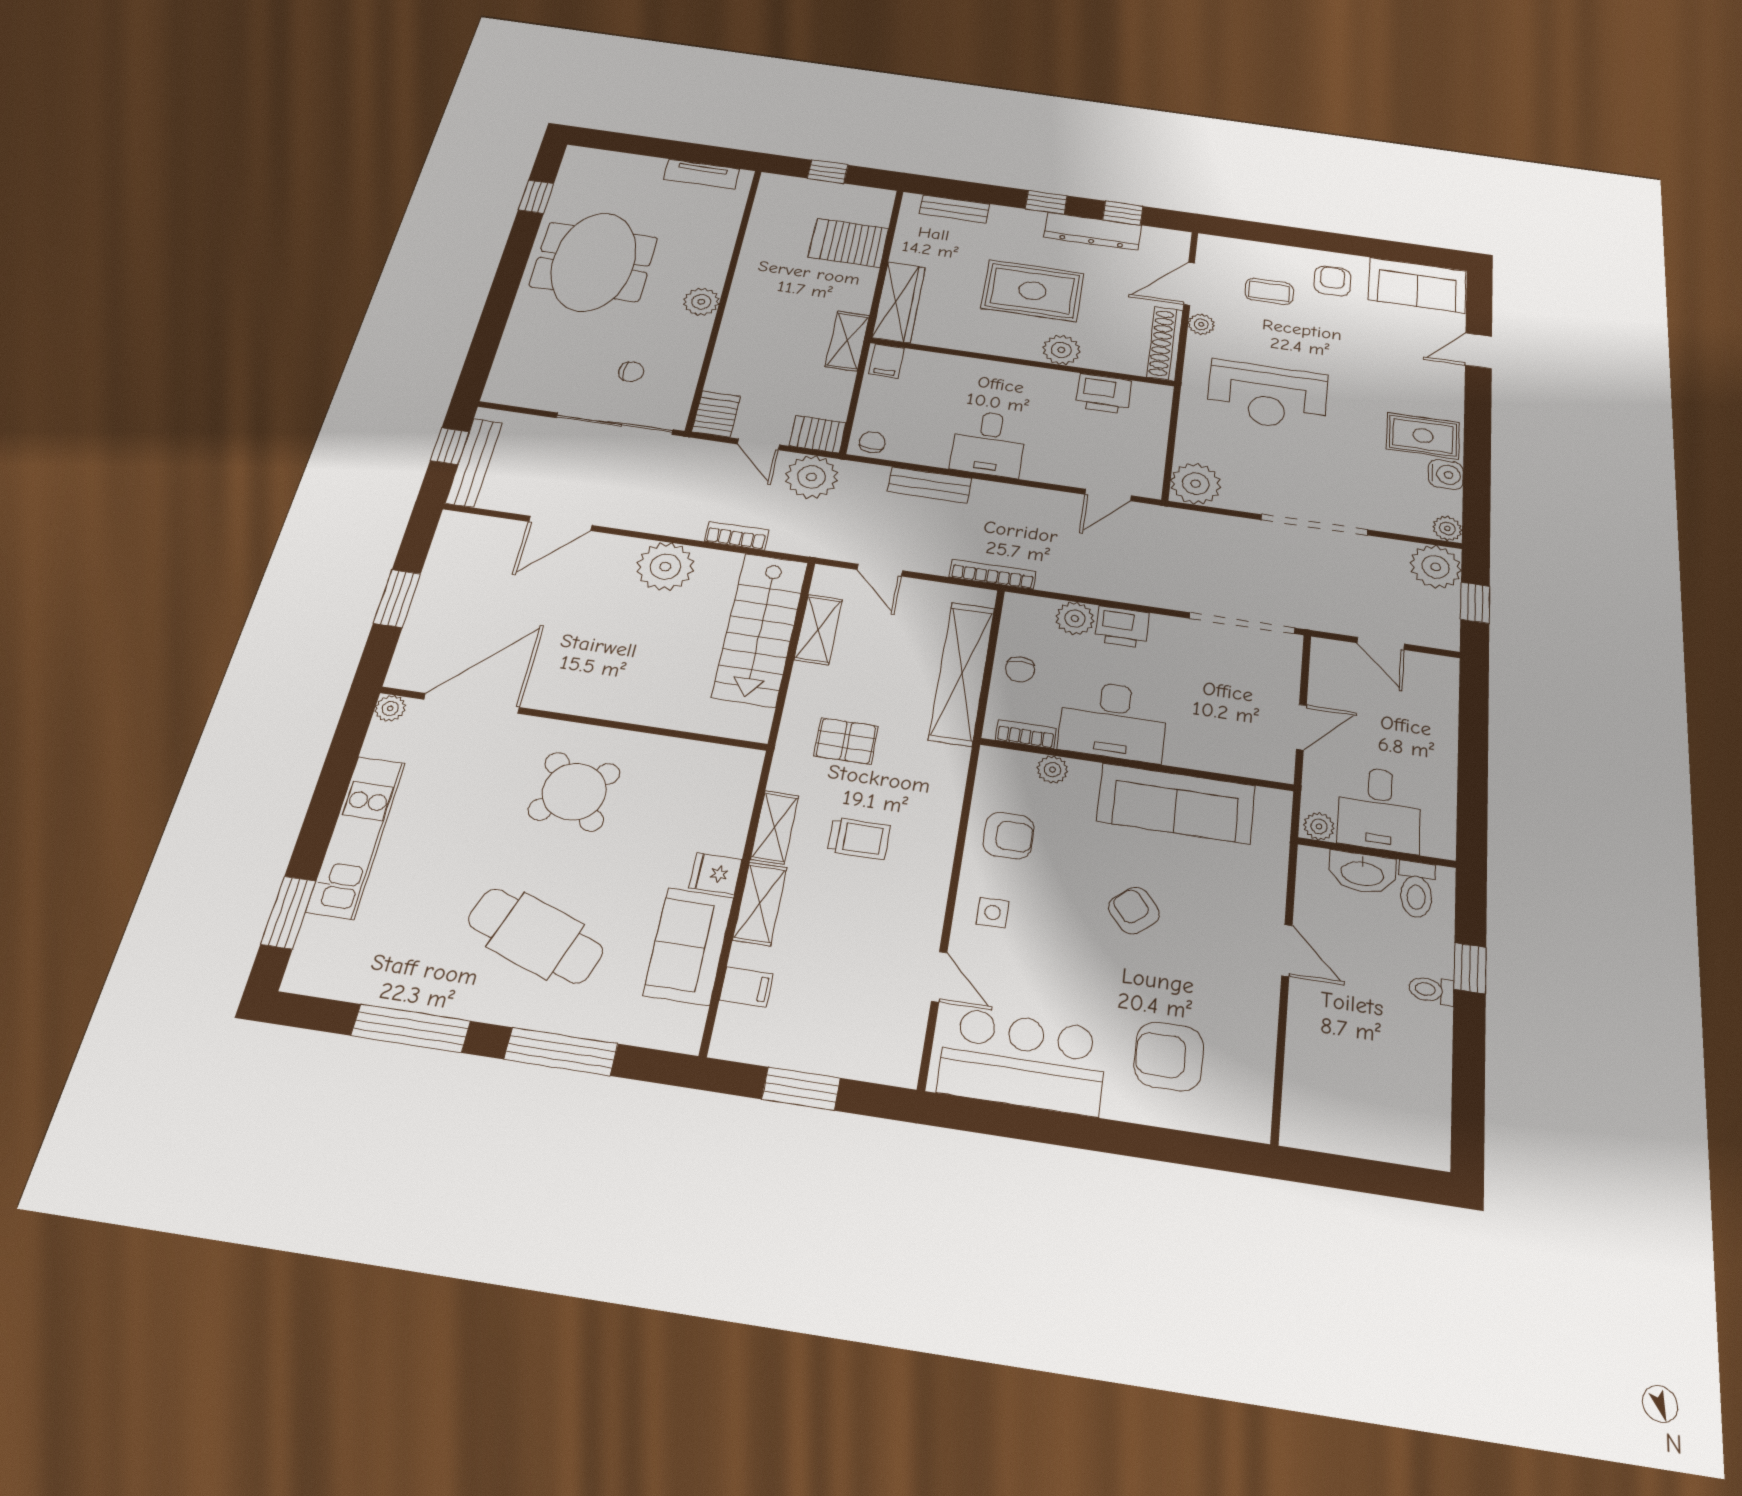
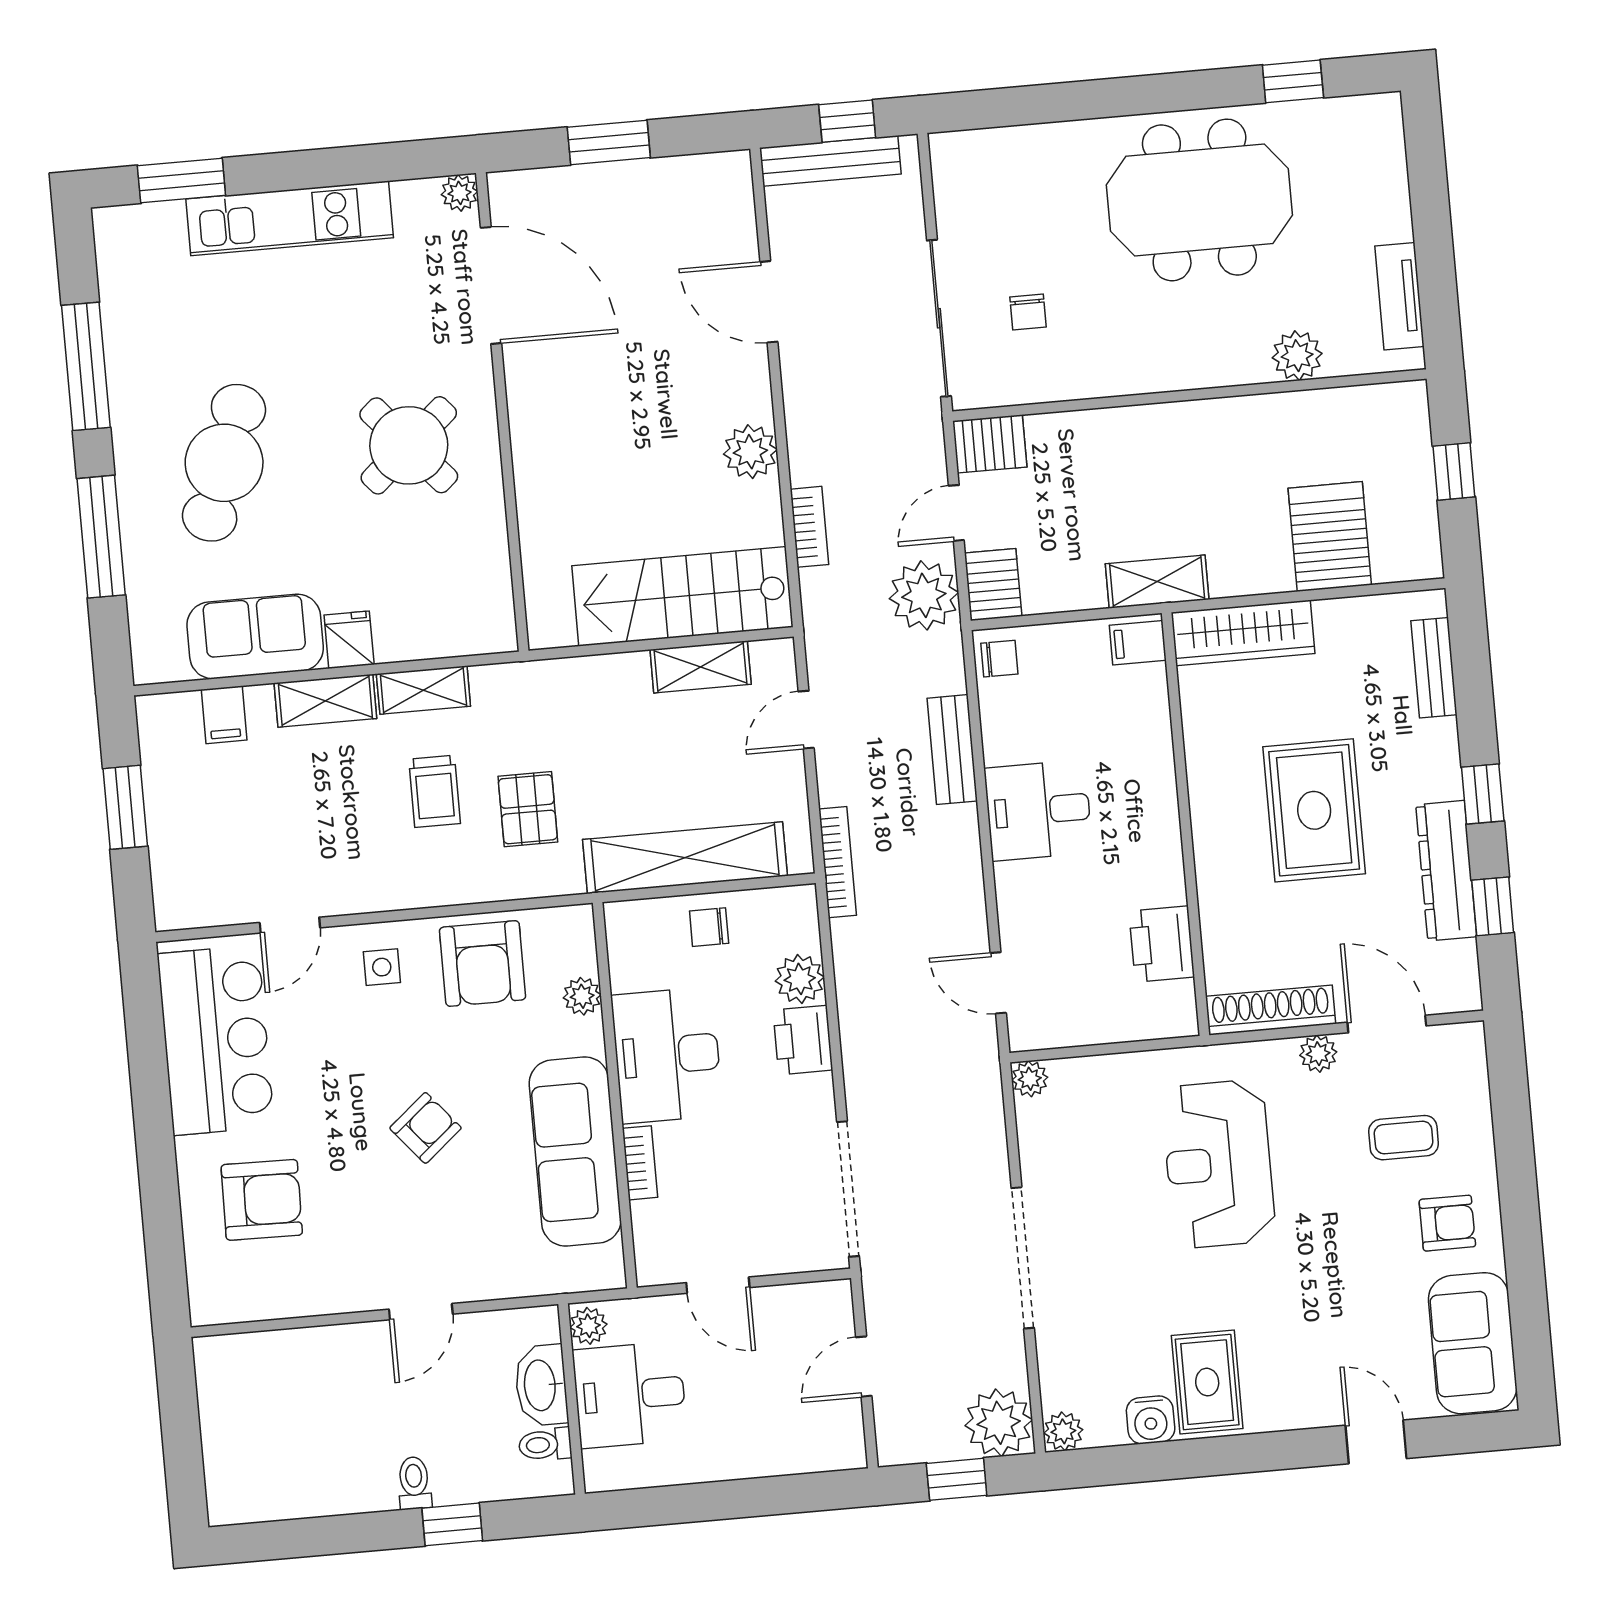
coffee table: (1269, 291) -> (1404, 1138), turned 90
plant: (701, 302) -> (1297, 356), moved
plant: (1061, 350) -> (1221, 872), removed
plant: (1196, 484) -> (1030, 1079), width x0.53, depth x0.53
plant: (665, 567) -> (750, 452), width x0.73, depth x0.73
bookcase: (1026, 734) -> (640, 1163), moved
pallet: (846, 741) -> (528, 809), moved
armchair: (1009, 836) -> (483, 964), width x1.38, depth x1.38
toilet: (1416, 889) -> (545, 1445), width x0.73, depth x0.72
armchair: (1169, 1056) -> (262, 1200), turned 91

